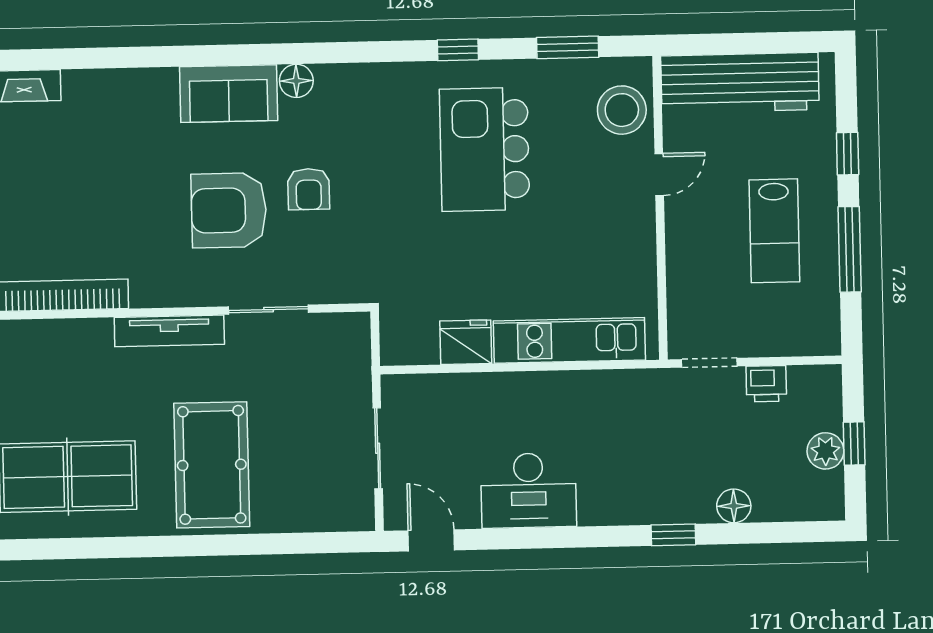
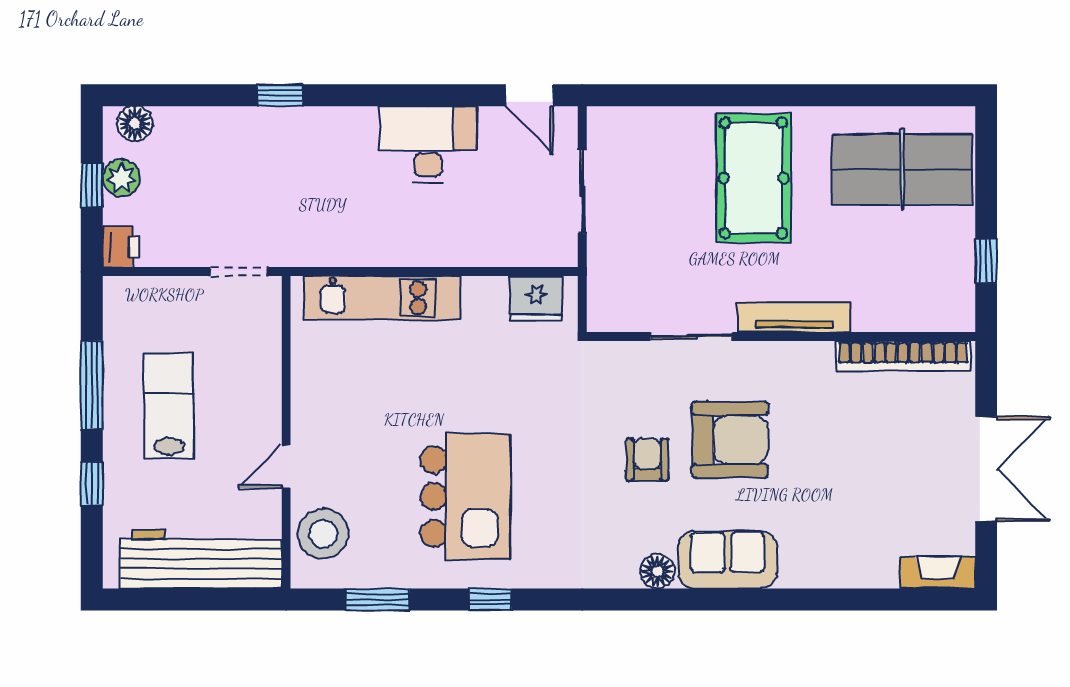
fridge: (466, 342) -> (536, 298), moved
printer: (766, 384) -> (121, 247), moved, turned 90
floor lamp: (734, 506) -> (135, 124), moved

